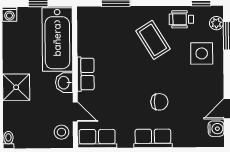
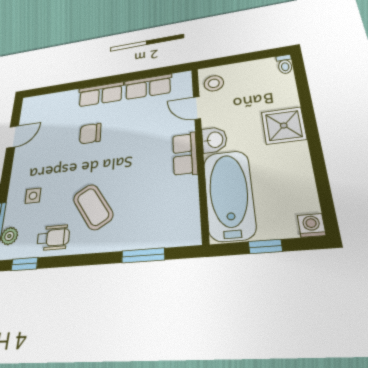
side table: (202, 53) -> (33, 196), width x0.54, depth x0.54
water cooler: (216, 129) -> (29, 115), removed
row of seats: (97, 139) -> (148, 87), moved

